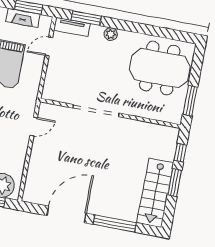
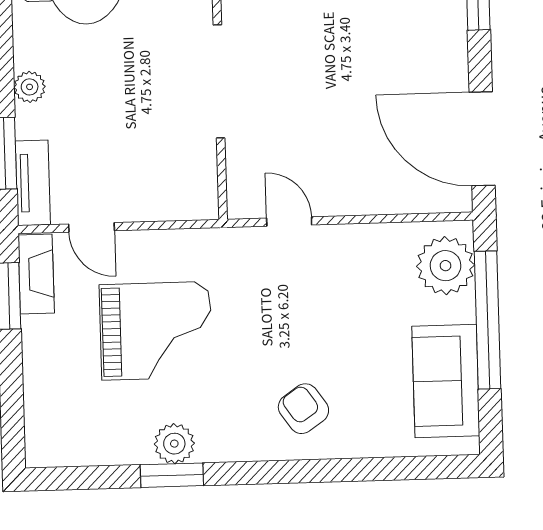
fireplace: (23, 18) -> (36, 274), moved
door: (67, 214) -> (482, 139), moved

